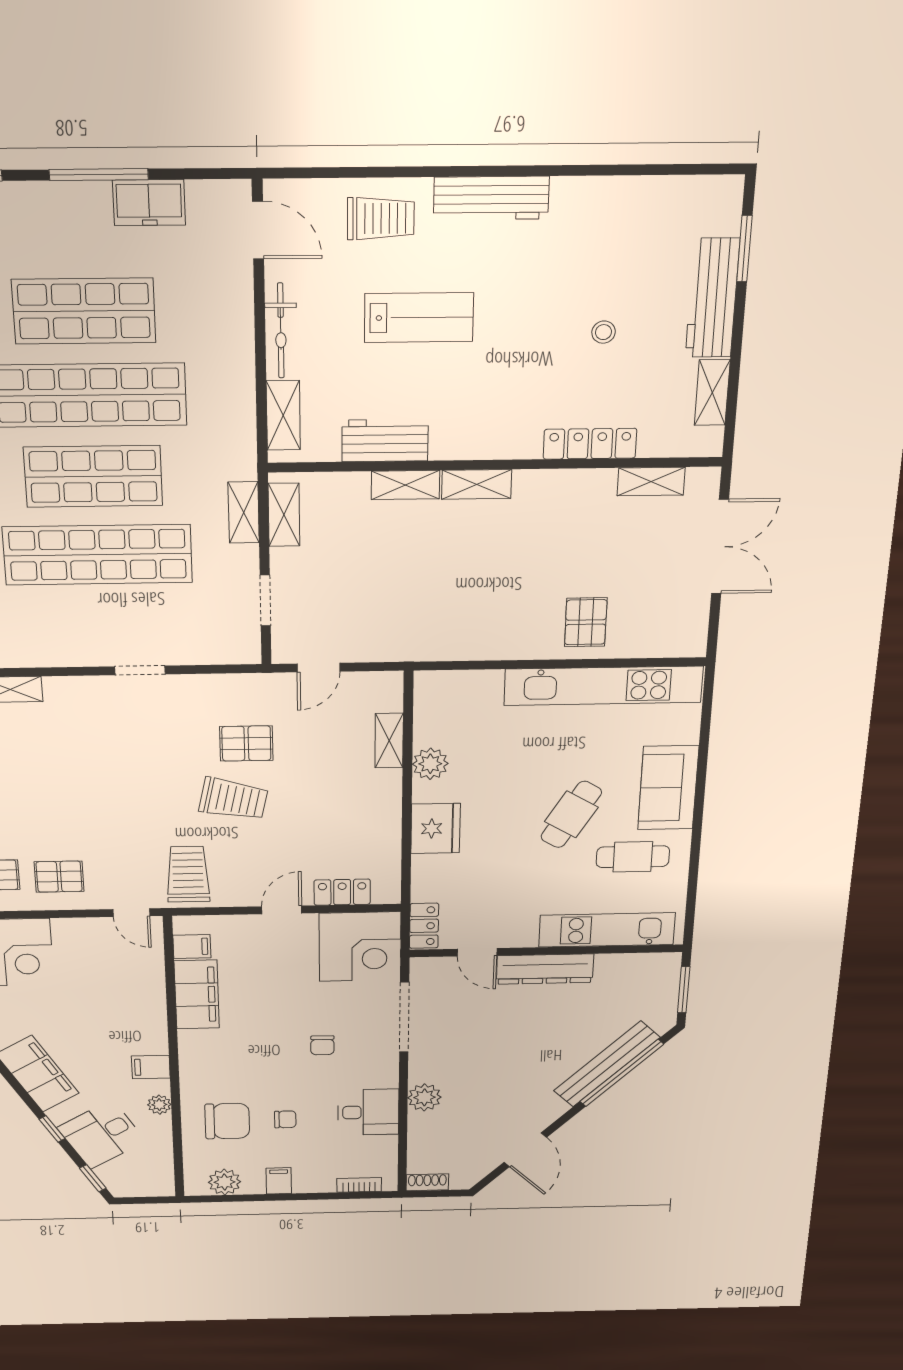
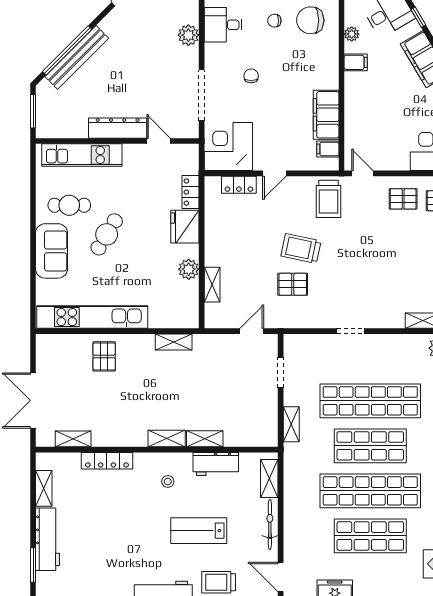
stool: (604, 332) -> (168, 481), moved
shelving: (284, 515) -> (174, 342), moved, turned 90
locker: (424, 926) -> (191, 192), moved

